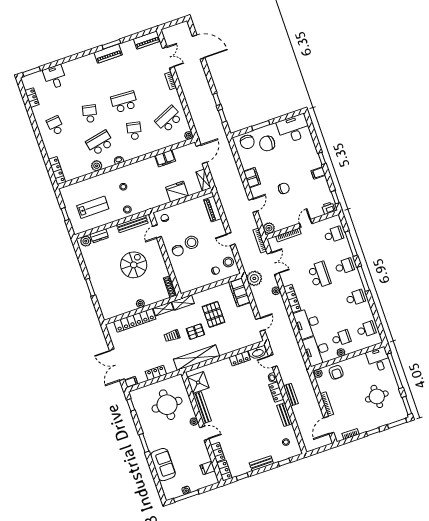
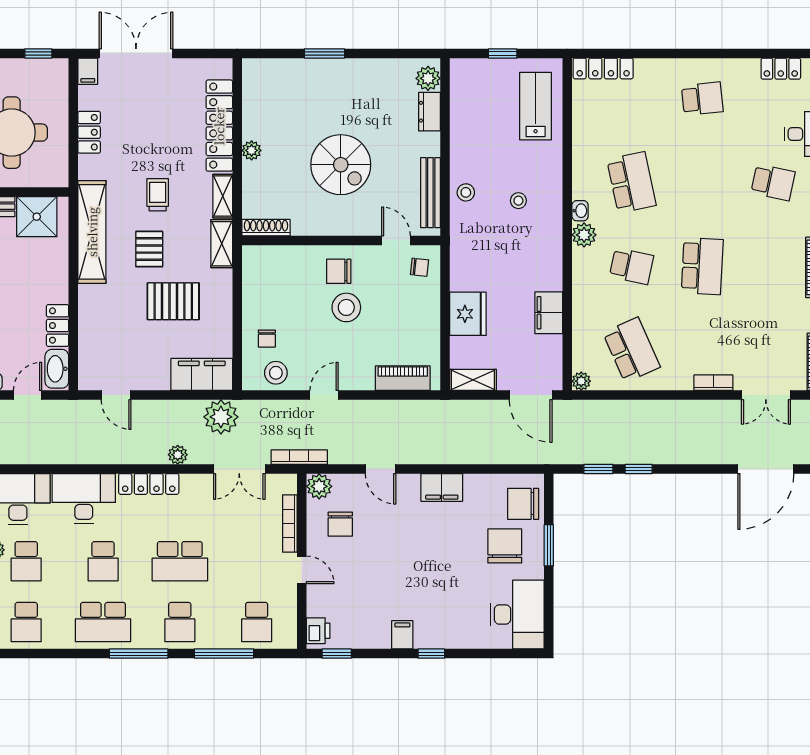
school desk: (90, 114) -> (773, 182), moved
plant: (97, 166) -> (584, 235), moved
chair: (284, 188) -> (340, 524), moved
lab bench: (93, 207) -> (536, 106), moved, turned 180
school desk: (355, 298) -> (103, 622), width x1.85
school desk: (330, 306) -> (103, 561), added

